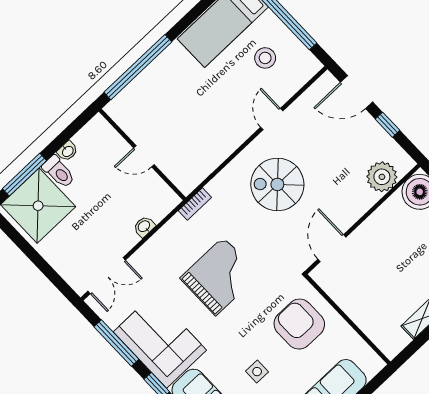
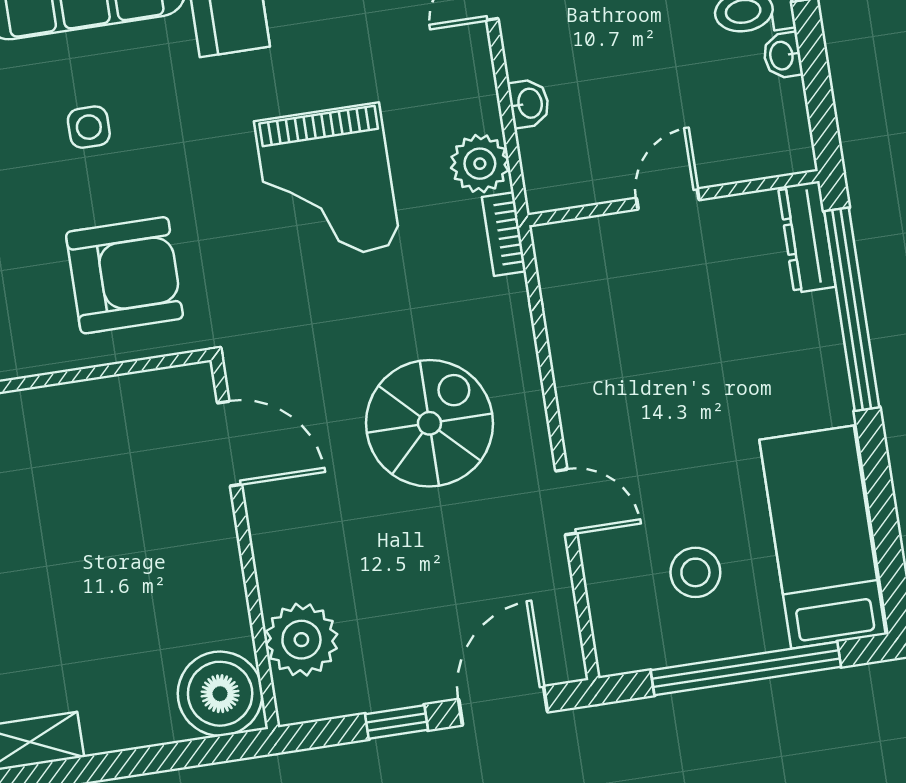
dresser: (124, 100) -> (807, 237), added
plant: (177, 229) -> (480, 164), added

